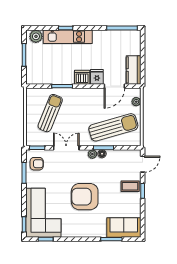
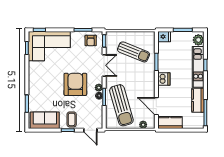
kitchen counter: (107, 37) -> (198, 100), added
fridge: (97, 77) -> (164, 37), moved
armchair: (85, 197) -> (75, 84), moved
sofa: (124, 227) -> (45, 120), moved, turned -90

